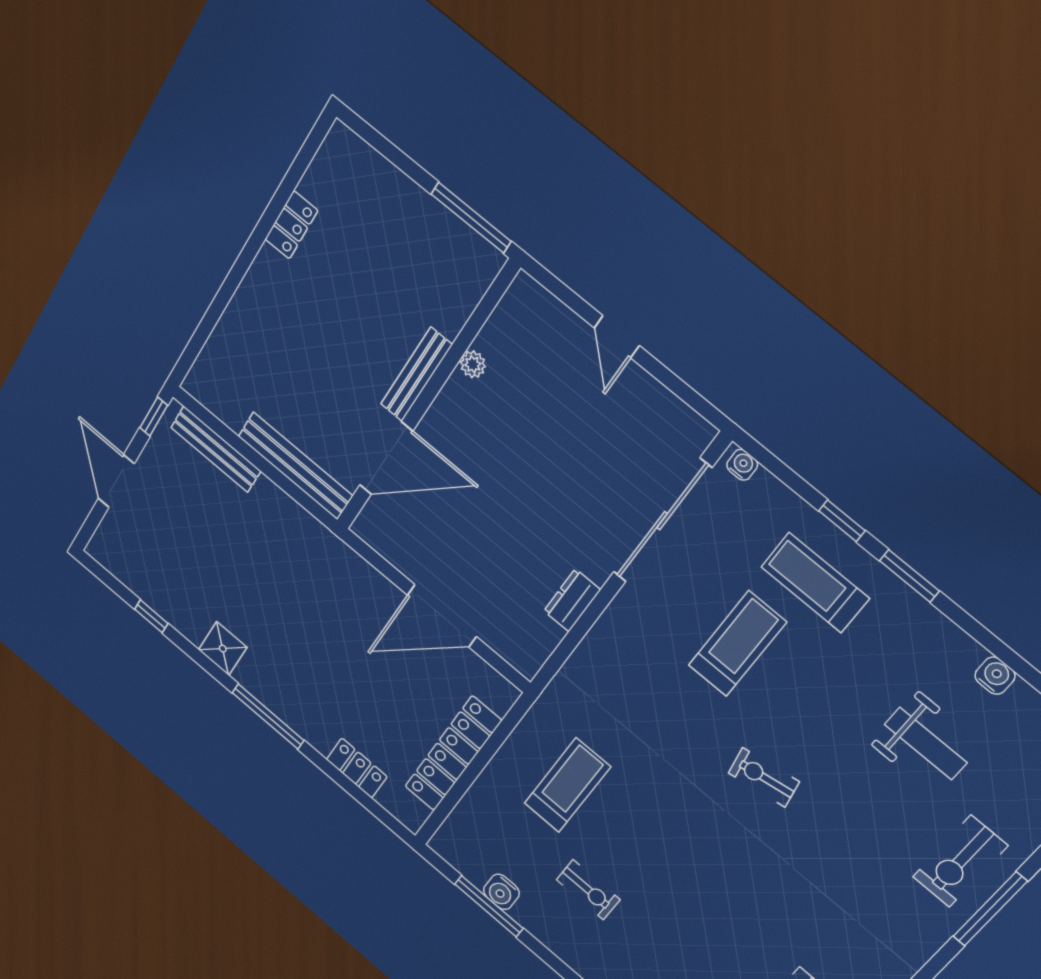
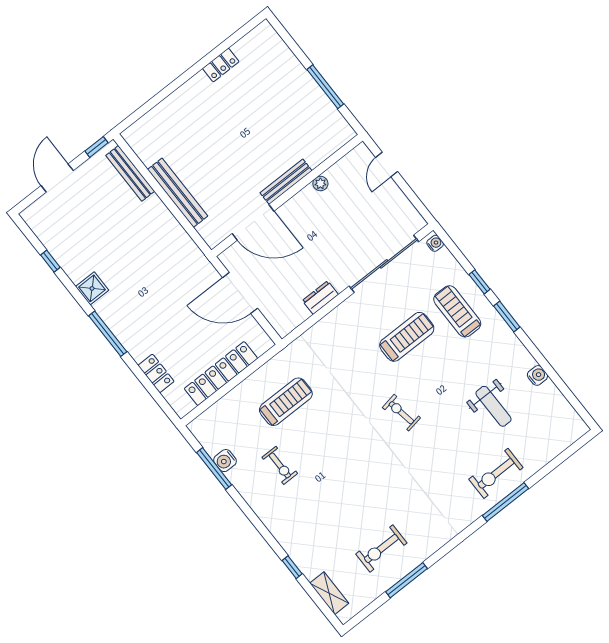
plant: (473, 364) -> (320, 184), moved
bench: (416, 374) -> (286, 182), moved
wall: (425, 399) -> (287, 195), moved
door: (386, 458) -> (253, 222), moved

